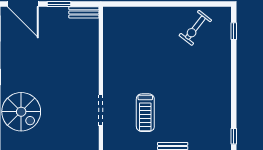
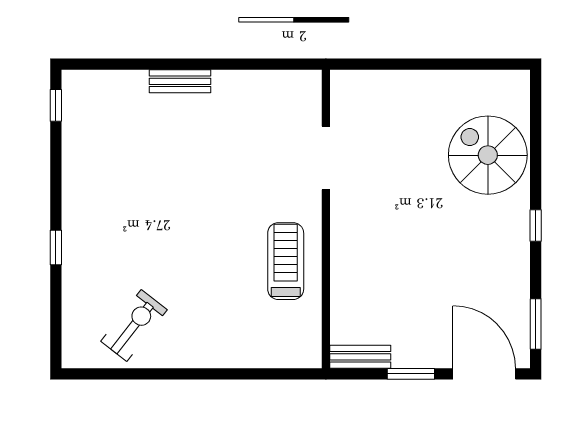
window: (234, 31) -> (56, 247), moved
treadmill: (145, 113) -> (286, 261), moved

